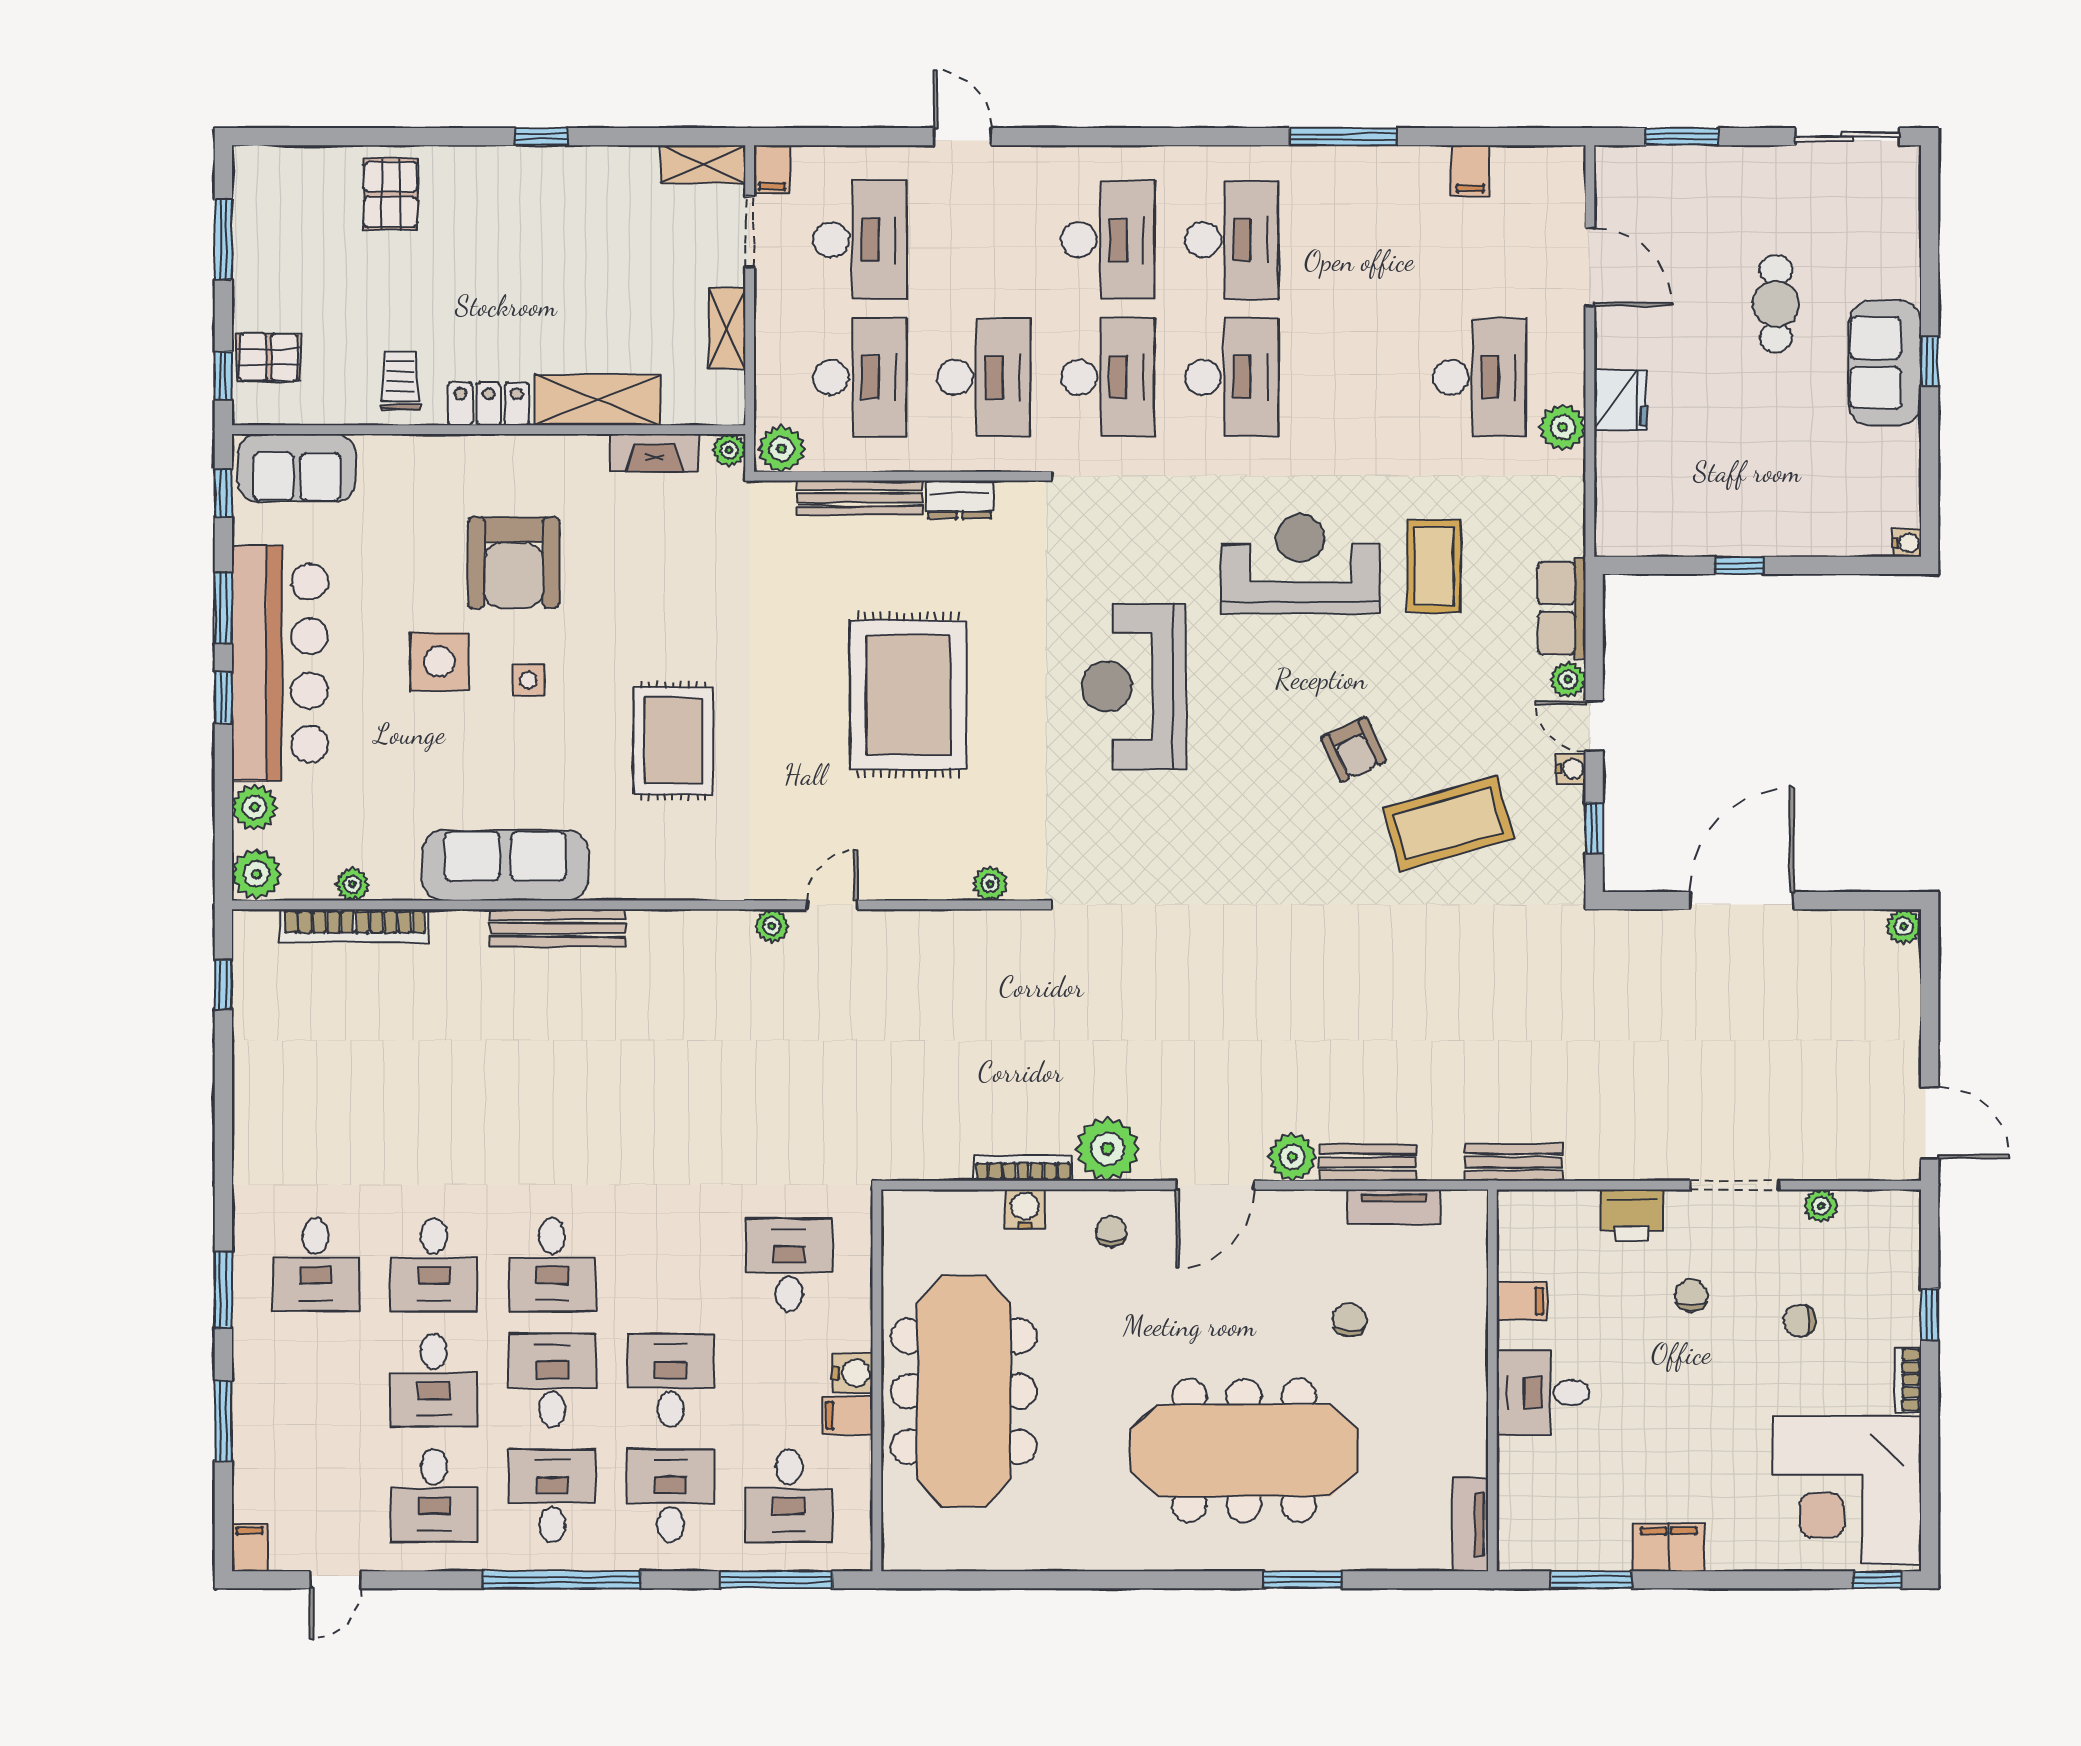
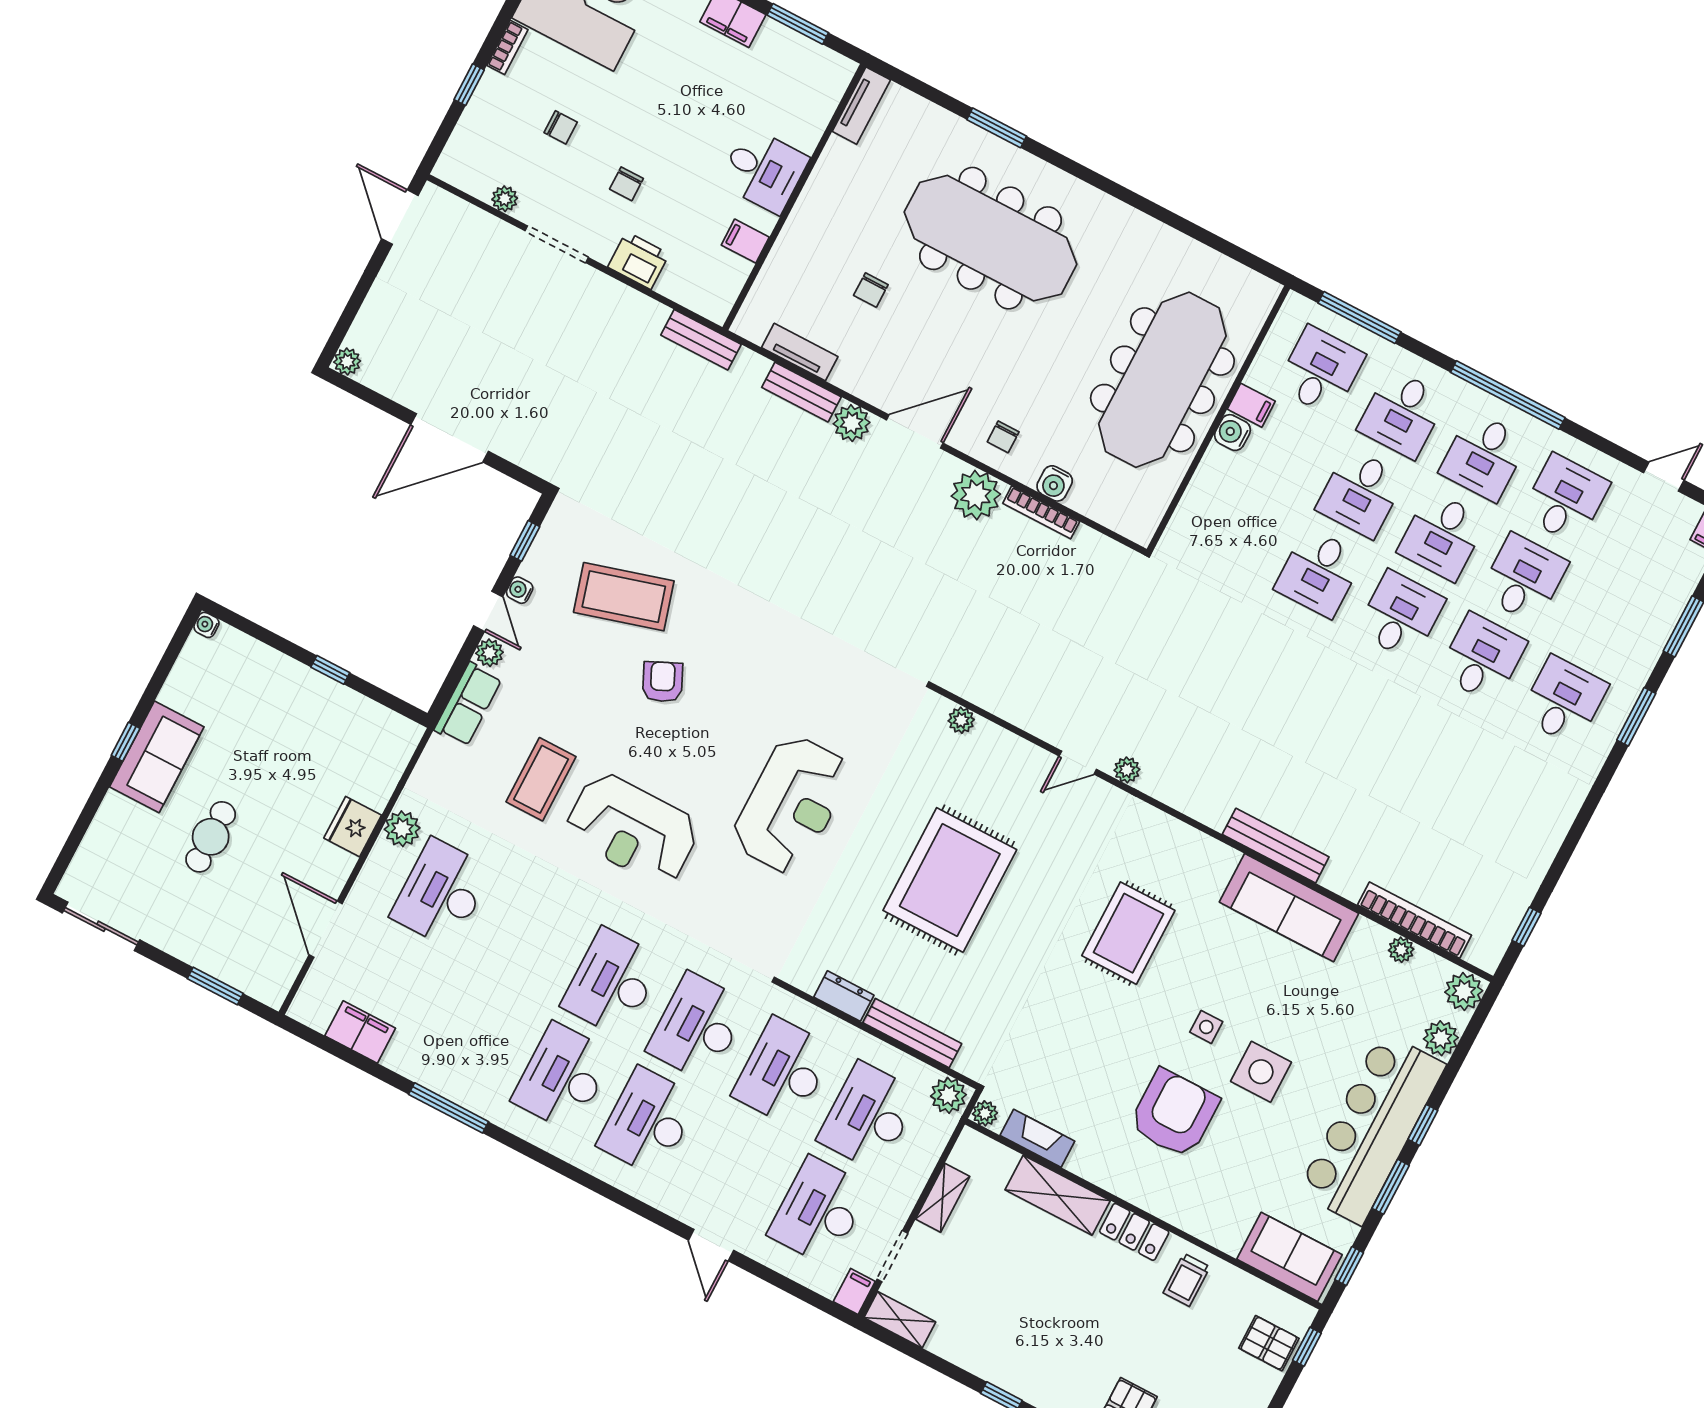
filing cabinet: (1470, 171) -> (360, 1032), width x2.00
desk: (789, 1265) -> (1319, 573), moved

